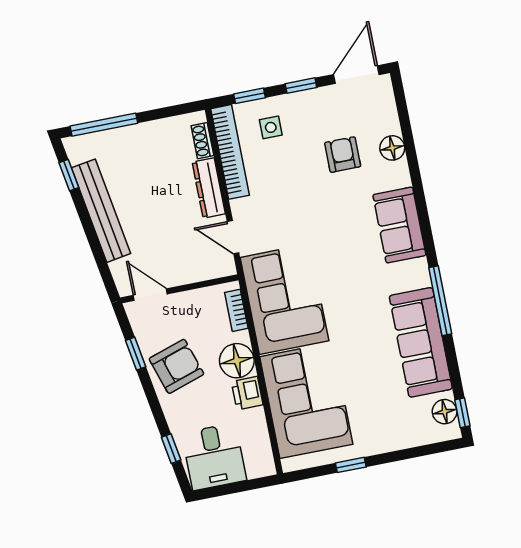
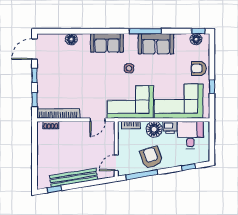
door: (356, 75) -> (35, 49), hinge flipped
window: (104, 125) -> (35, 169), removed
side table: (271, 127) -> (129, 68), moved
armchair: (343, 155) -> (199, 68), moved
dresser: (209, 188) -> (73, 126), removed
sofa: (421, 342) -> (156, 44), width x0.73
window: (136, 354) -> (142, 175), width x2.17
desk: (214, 457) -> (190, 135), moved, turned -90

